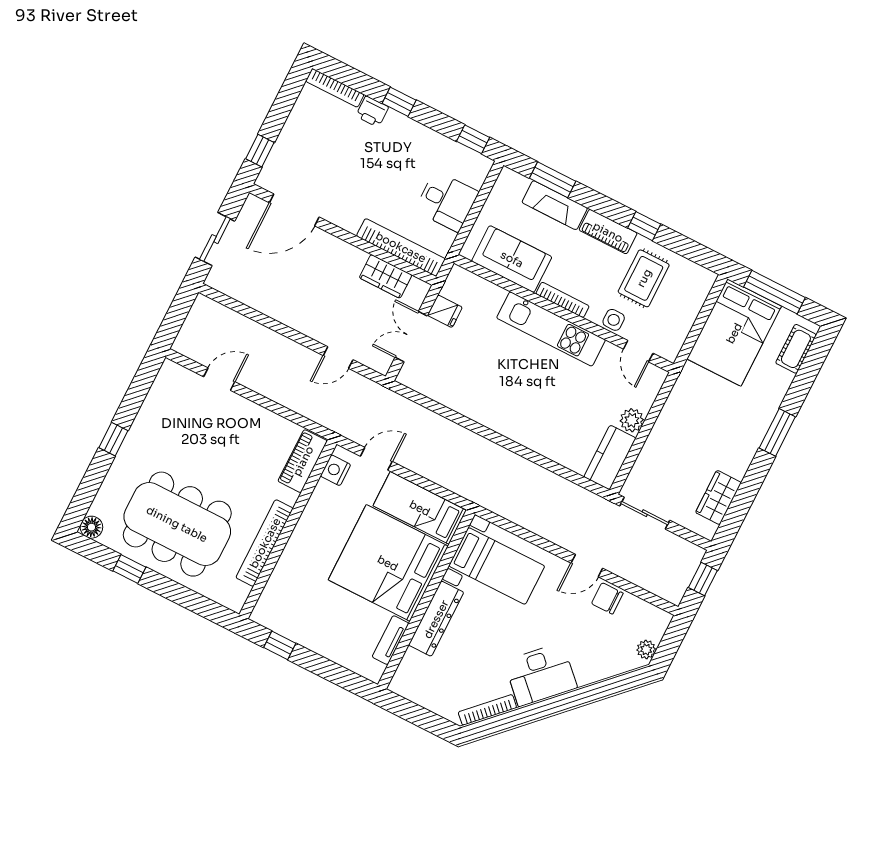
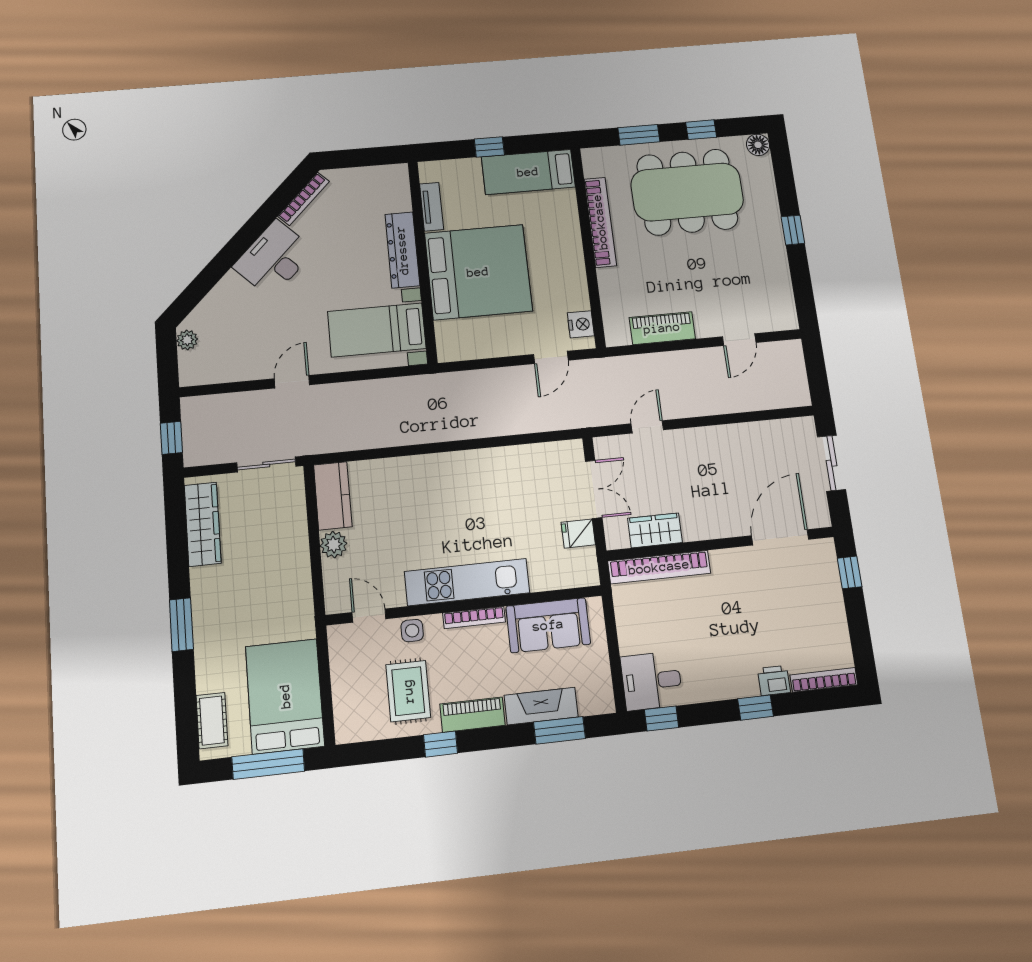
desk: (447, 201) -> (652, 681), moved
piano: (303, 461) -> (662, 328), moved, turned -90
wardrobe: (718, 498) -> (203, 524), width x1.50
bed: (420, 508) -> (528, 172), moved, turned 180
window: (184, 597) -> (639, 135), added
chair: (607, 598) -> (253, 364), removed
window: (280, 645) -> (489, 147), moved

